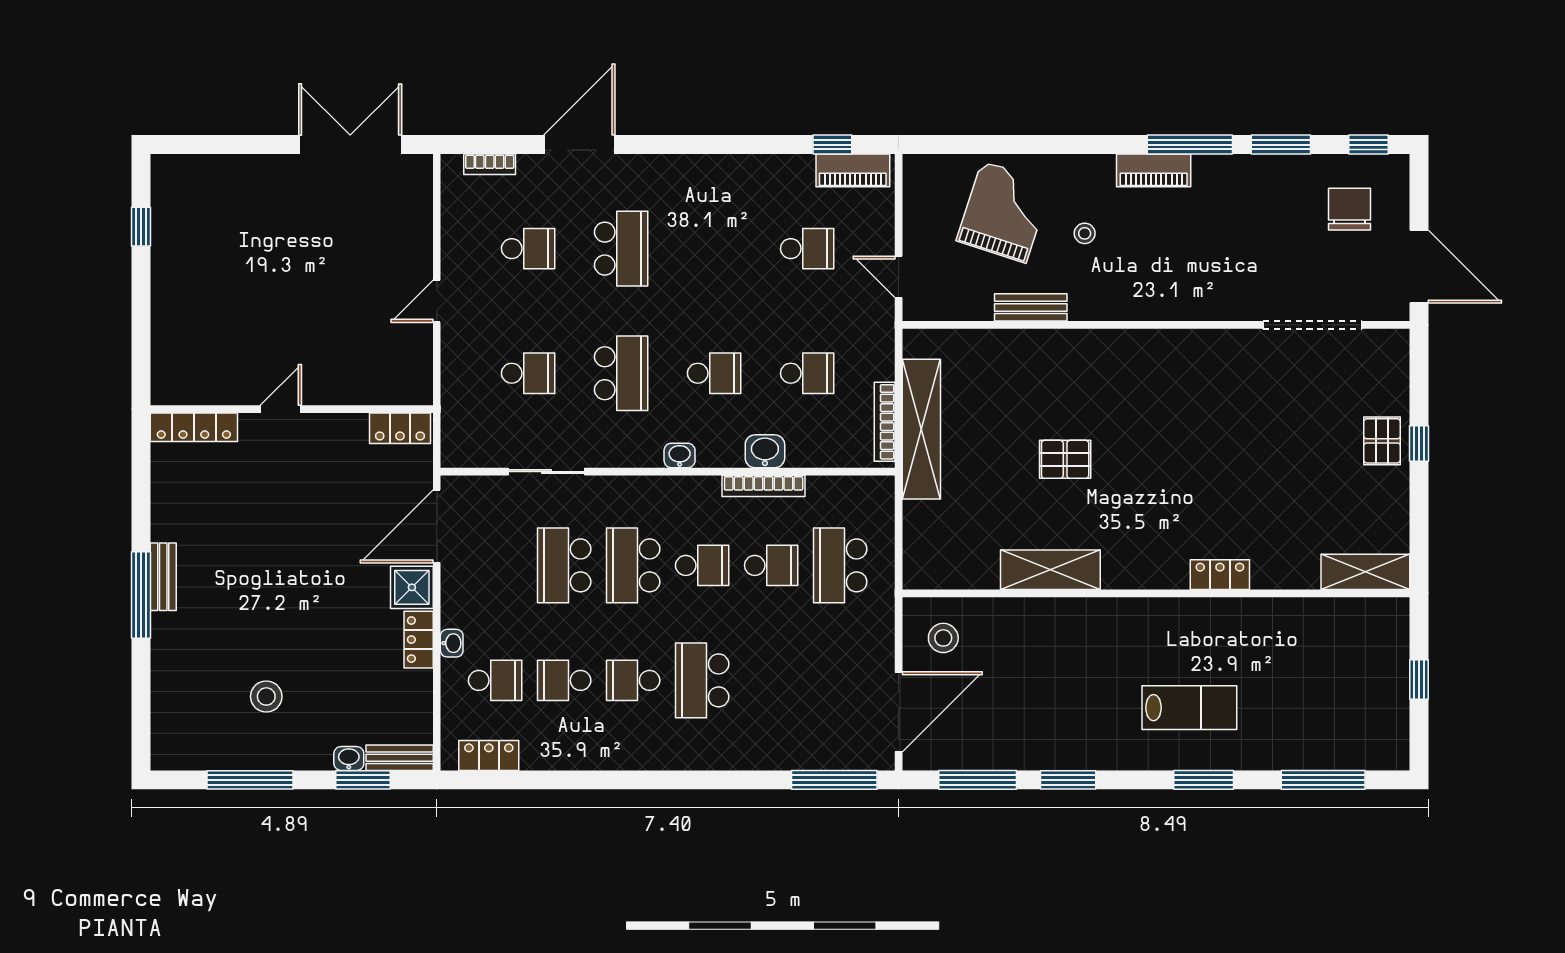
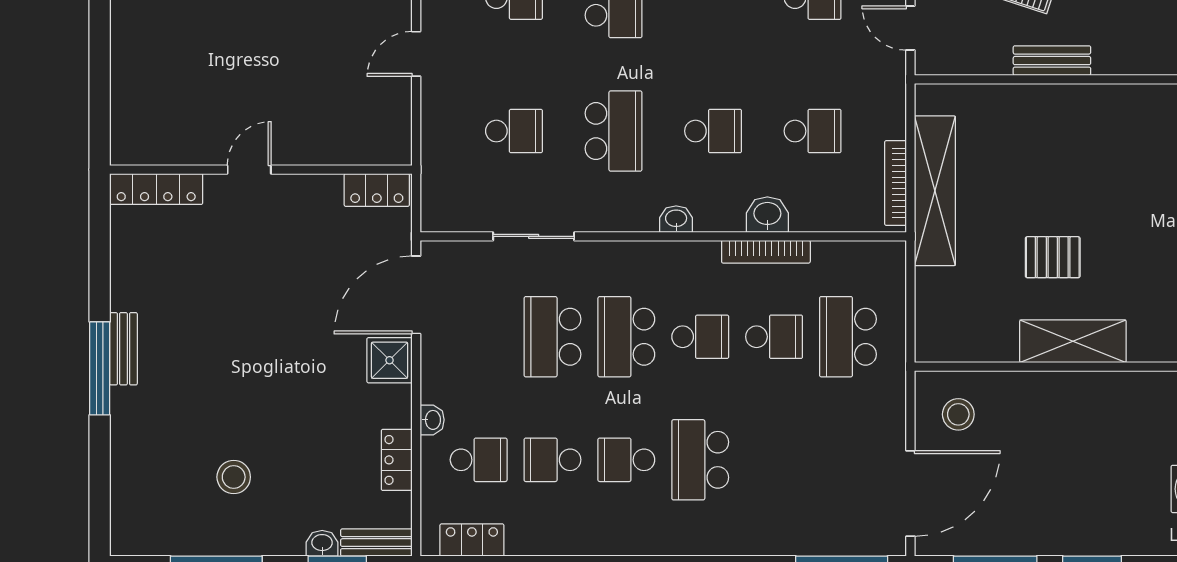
pallet: (1065, 459) -> (1053, 257), moved
locker: (419, 640) -> (397, 460), moved

